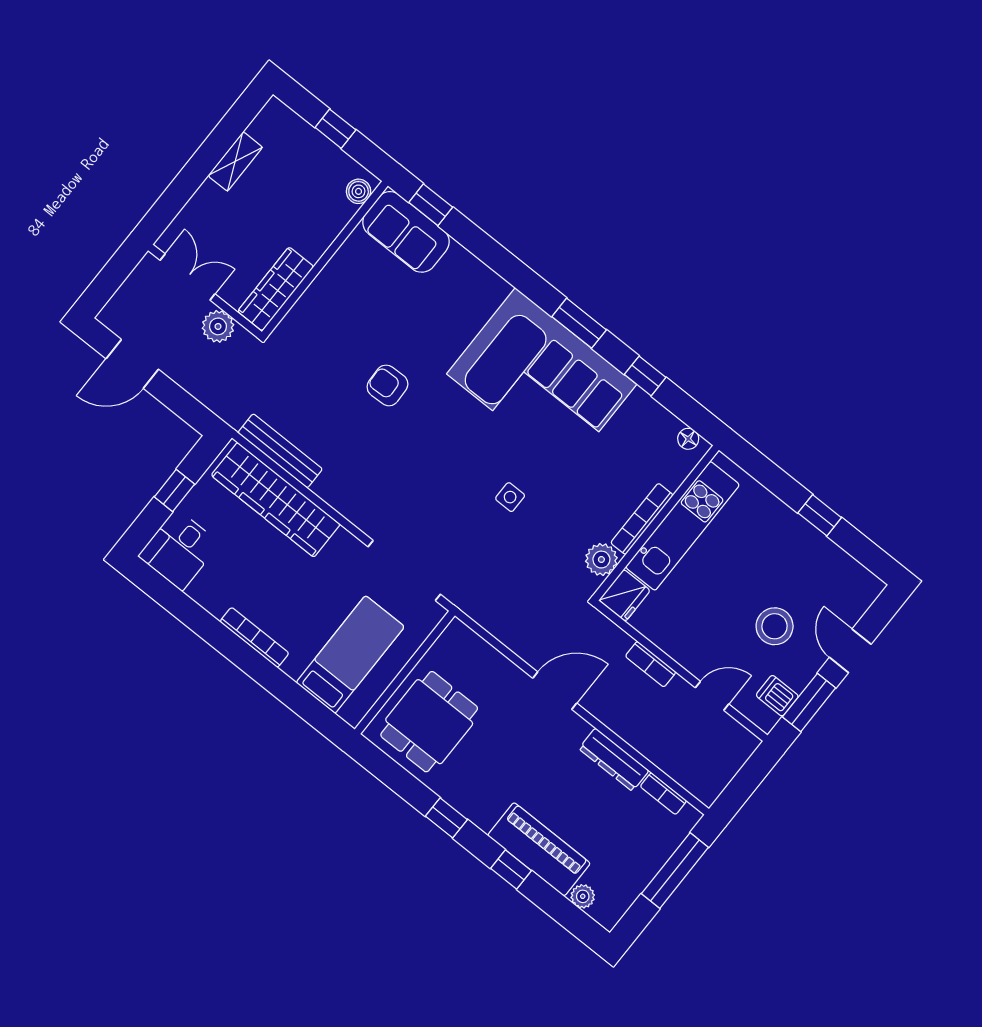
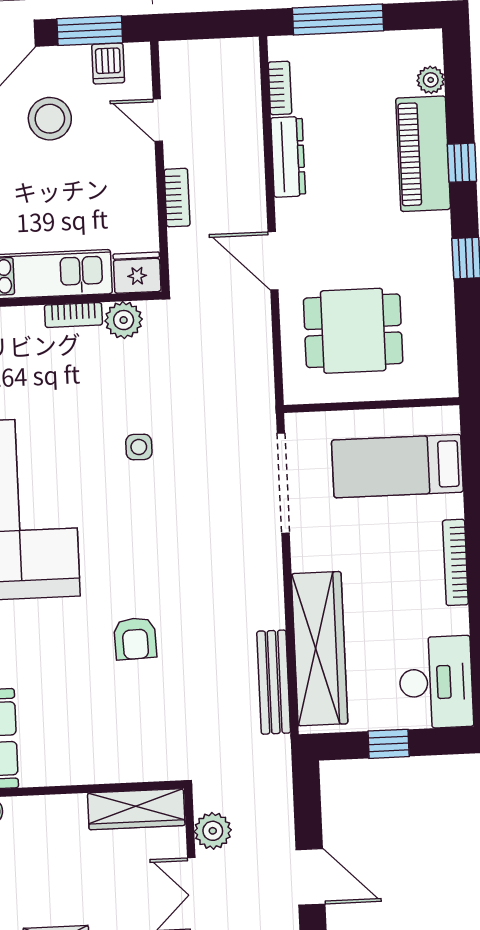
bookcase: (642, 519) -> (73, 315), width x0.64
desk: (179, 550) -> (436, 682), width x1.37
dining table: (429, 722) -> (353, 331), moved

